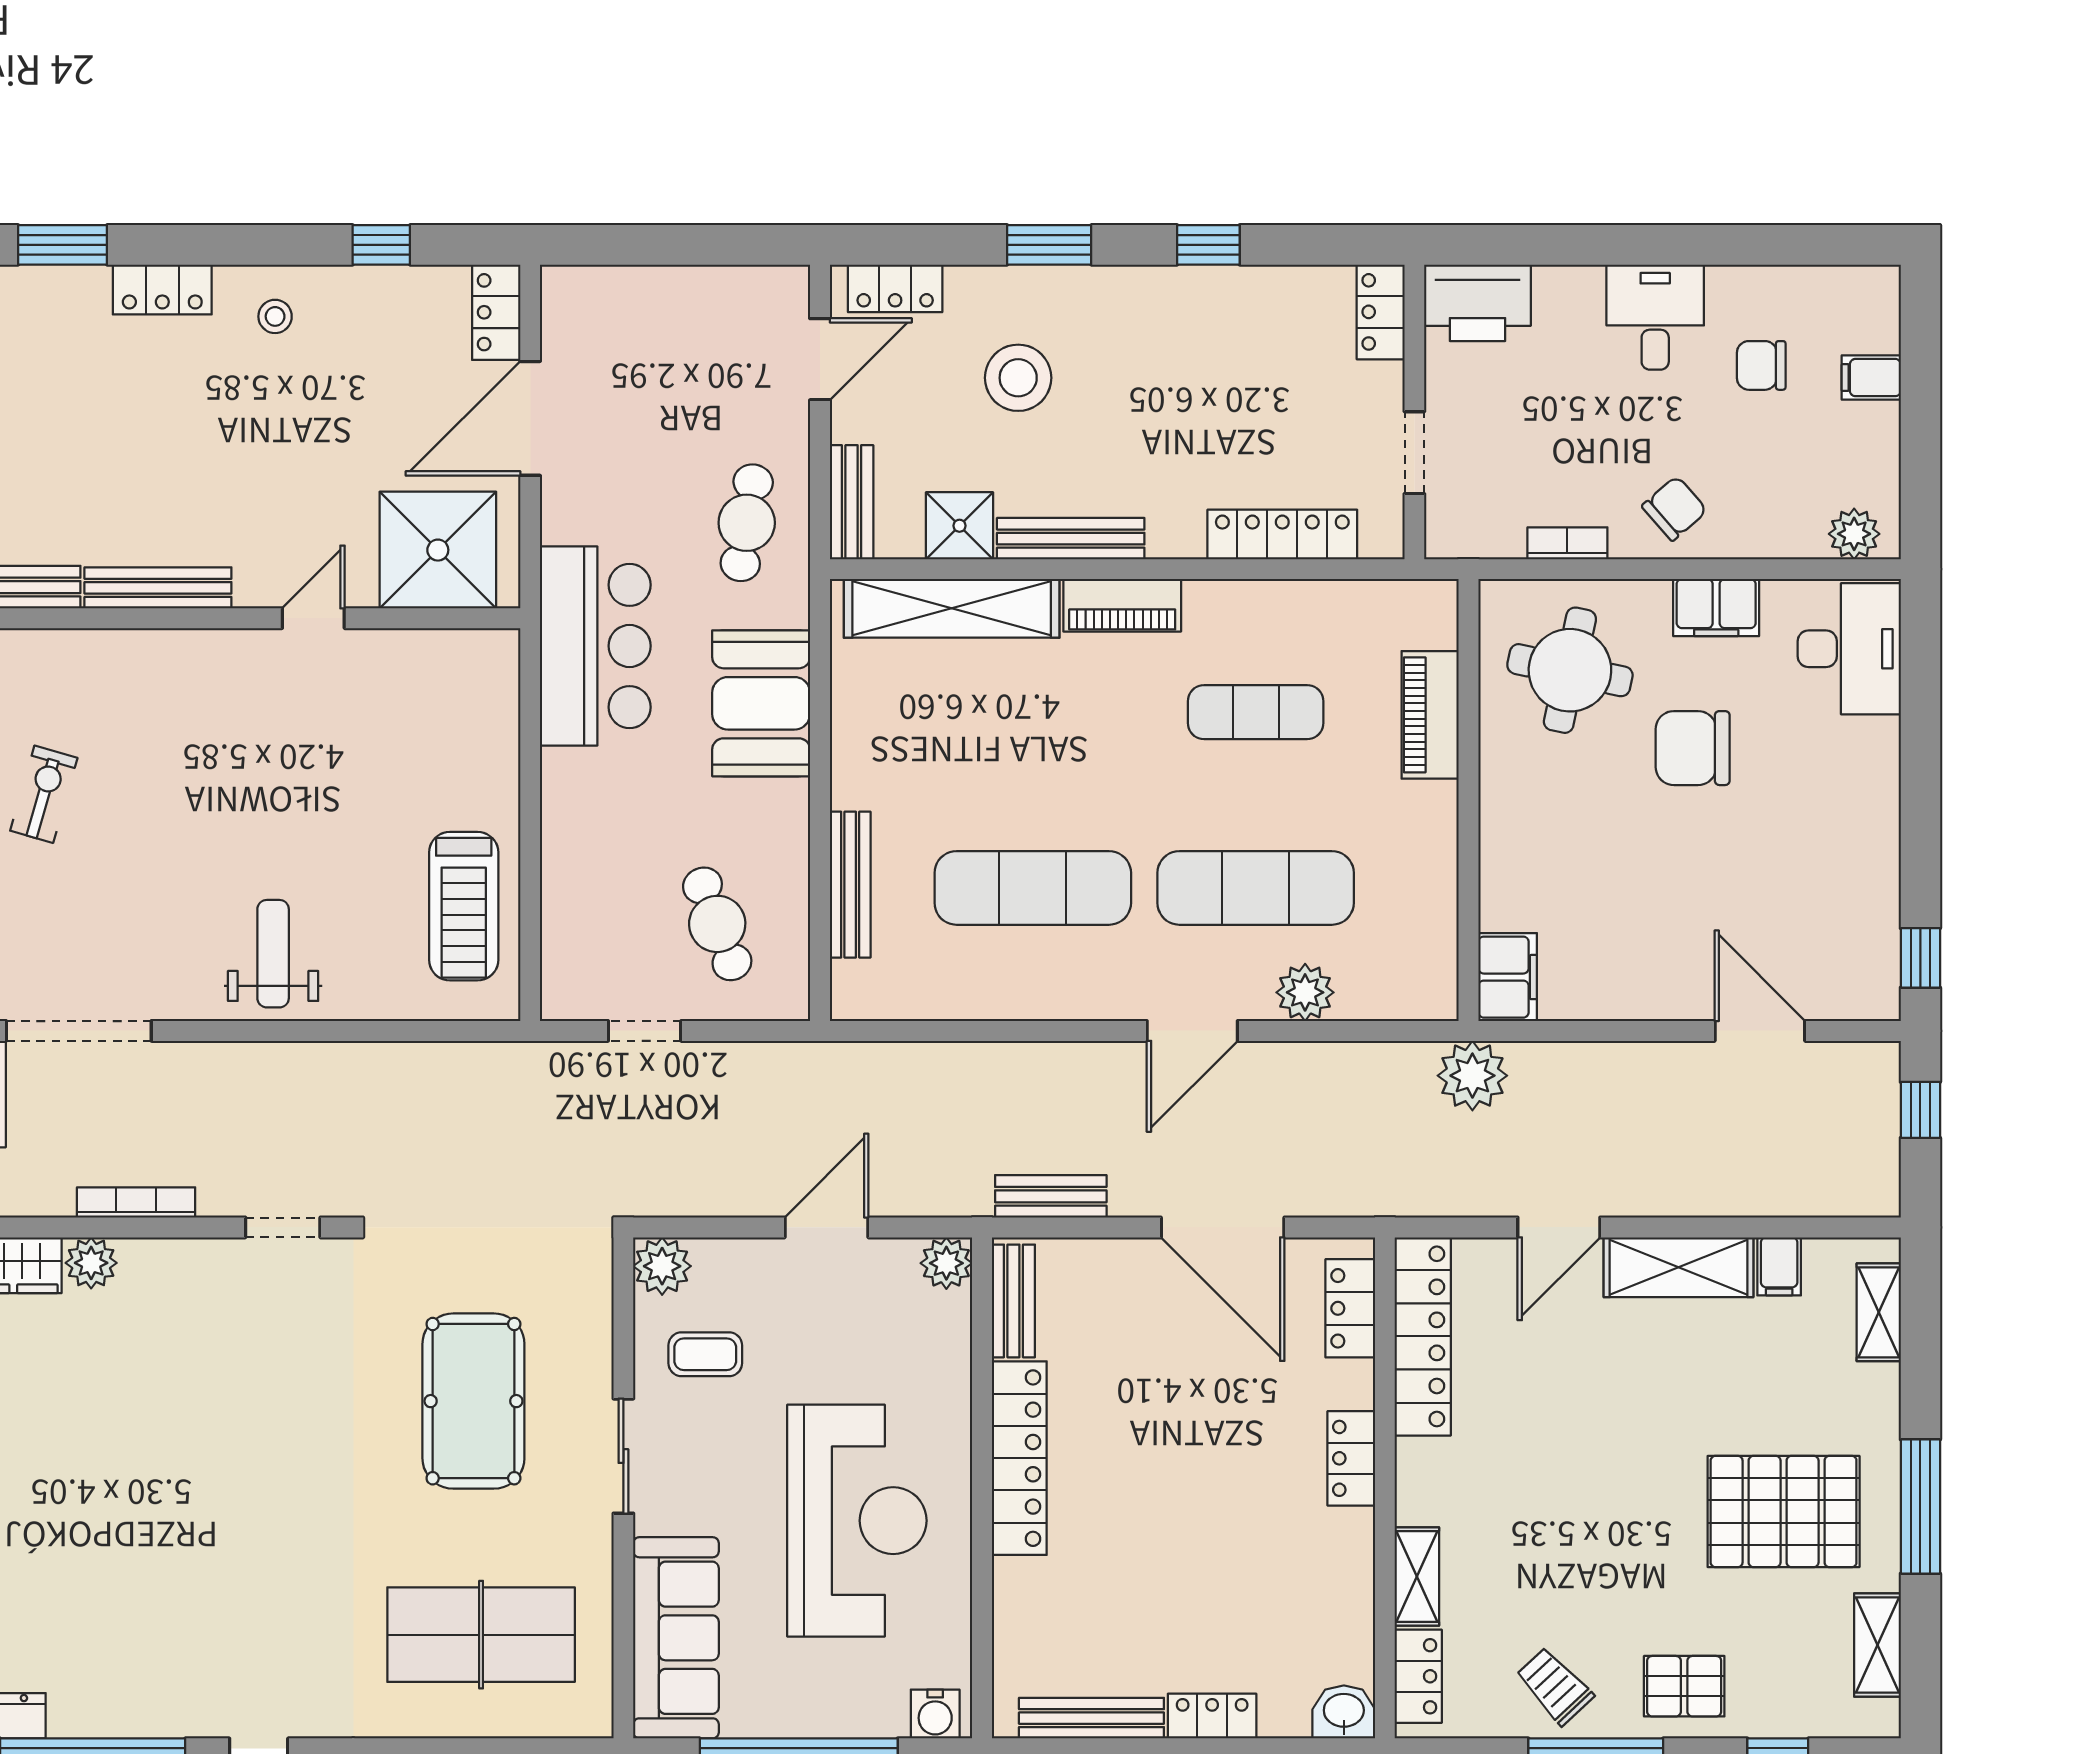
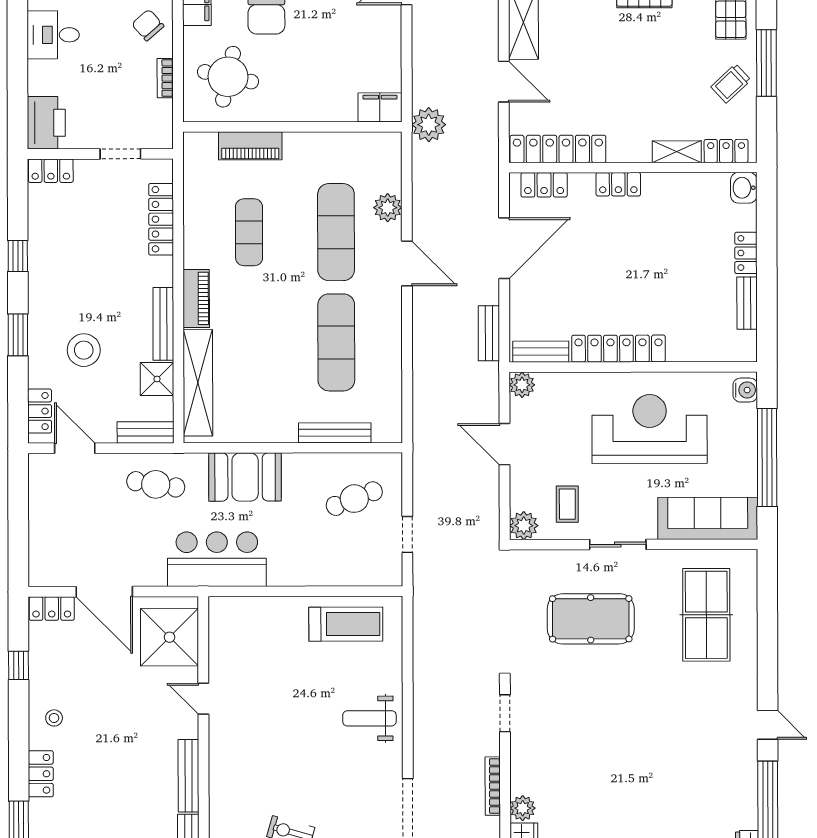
bench: (1091, 1718) -> (747, 303), width x0.73

